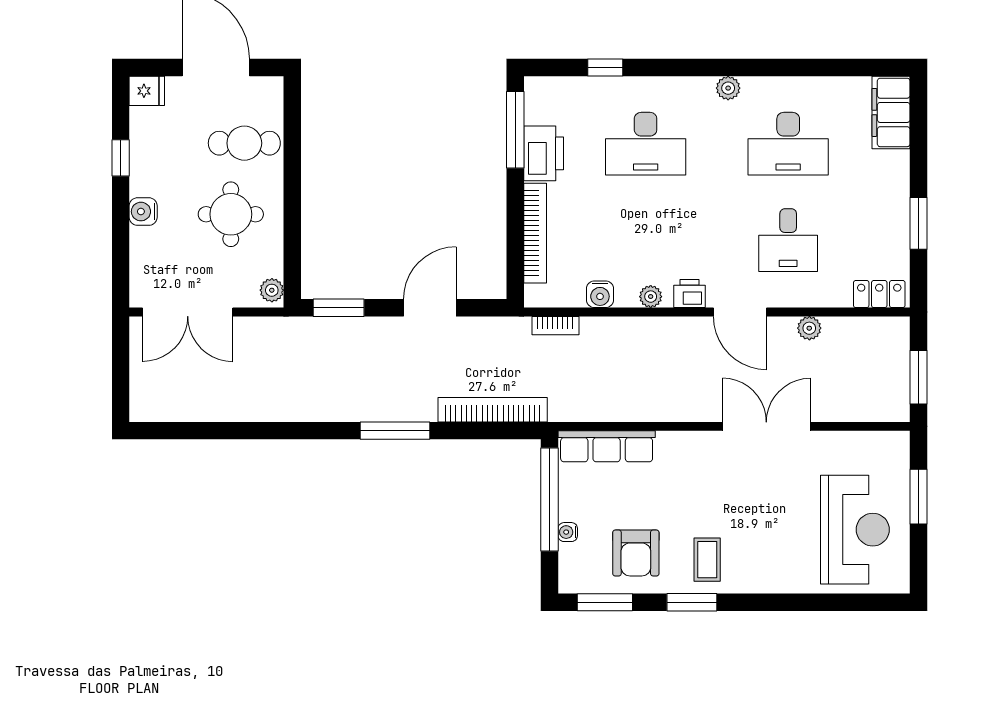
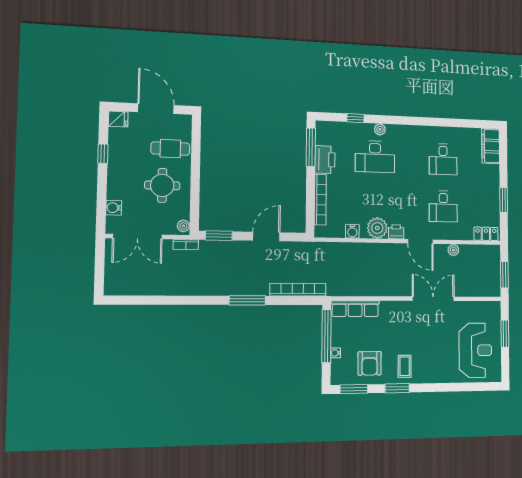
plant: (728, 88) -> (380, 129), moved
desk: (788, 144) -> (443, 159), width x0.73
water cooler: (143, 212) -> (114, 208), moved
plant: (651, 297) -> (377, 228), width x1.87, depth x1.87
bookcase: (555, 326) -> (186, 245), moved

